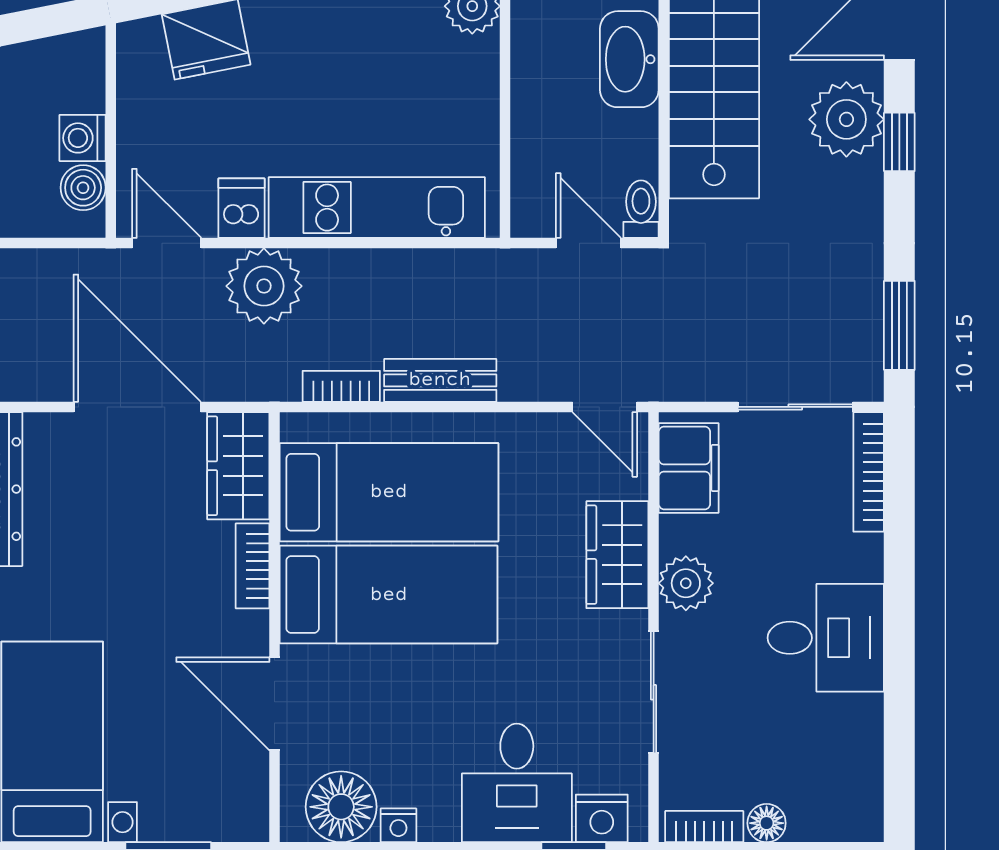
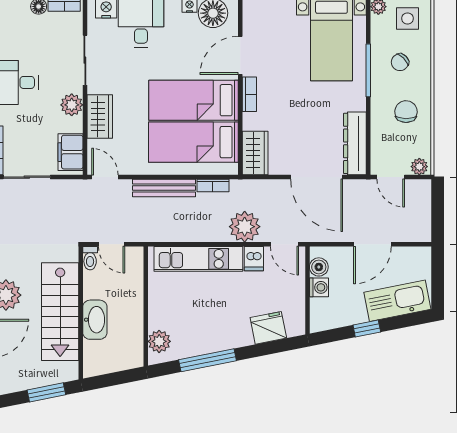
bench: (440, 380) -> (164, 188), width x1.36
door: (137, 407) -> (317, 177), moved
bookcase: (253, 566) -> (249, 94), moved
door: (275, 704) -> (240, 55), swing flipped

